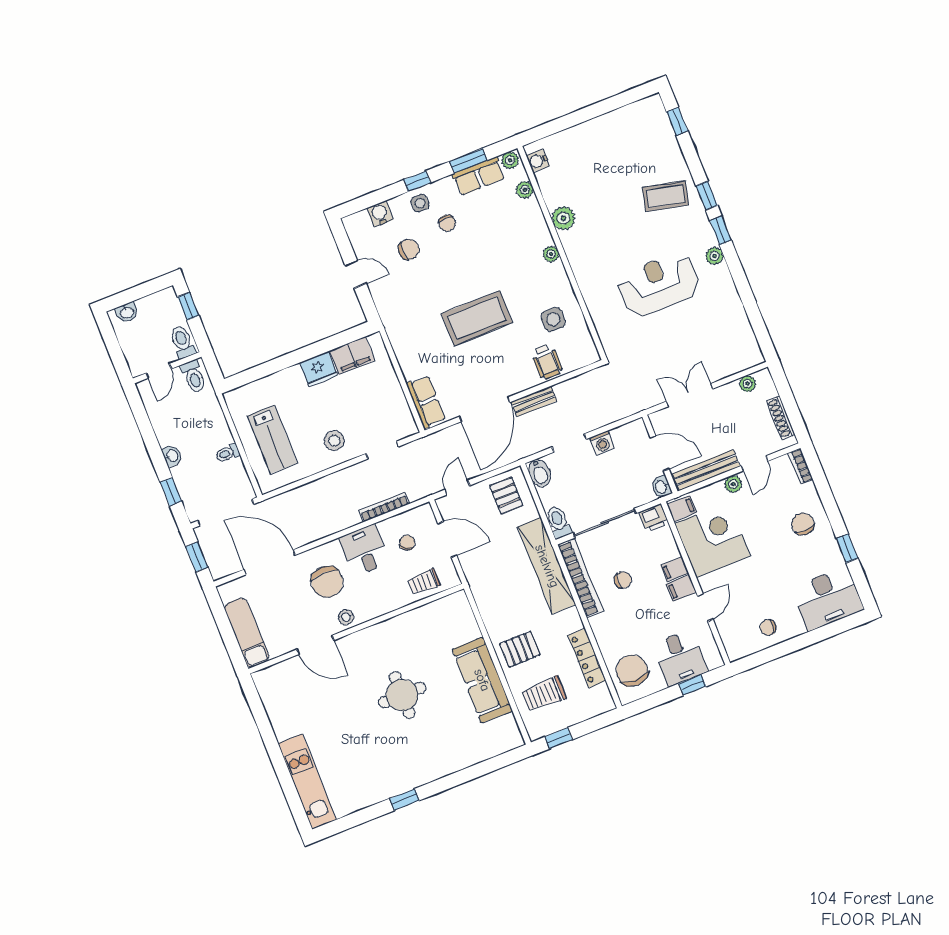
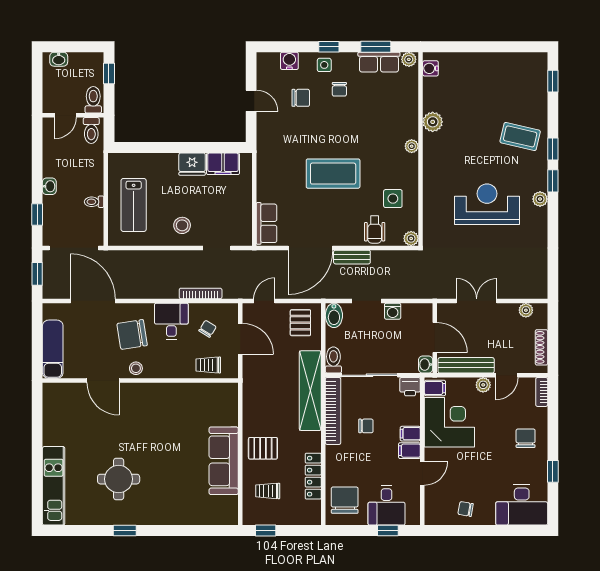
plant: (525, 190) -> (411, 238), moved
chair: (327, 582) -> (132, 335), turned 81
trolley: (544, 694) -> (268, 491), width x0.73, depth x0.72
round table: (402, 695) -> (119, 479), moved

